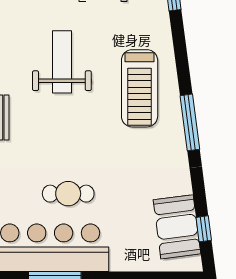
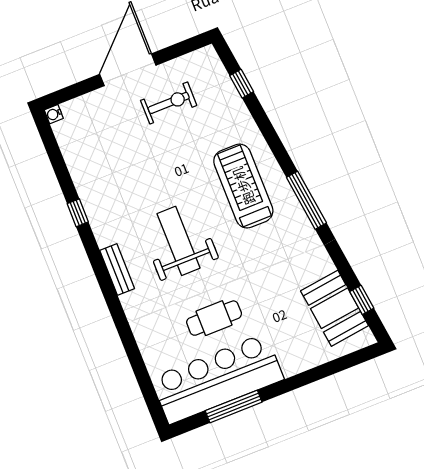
weight bench: (62, 62) -> (179, 241), moved
treadmill: (140, 88) -> (243, 186), turned 180

